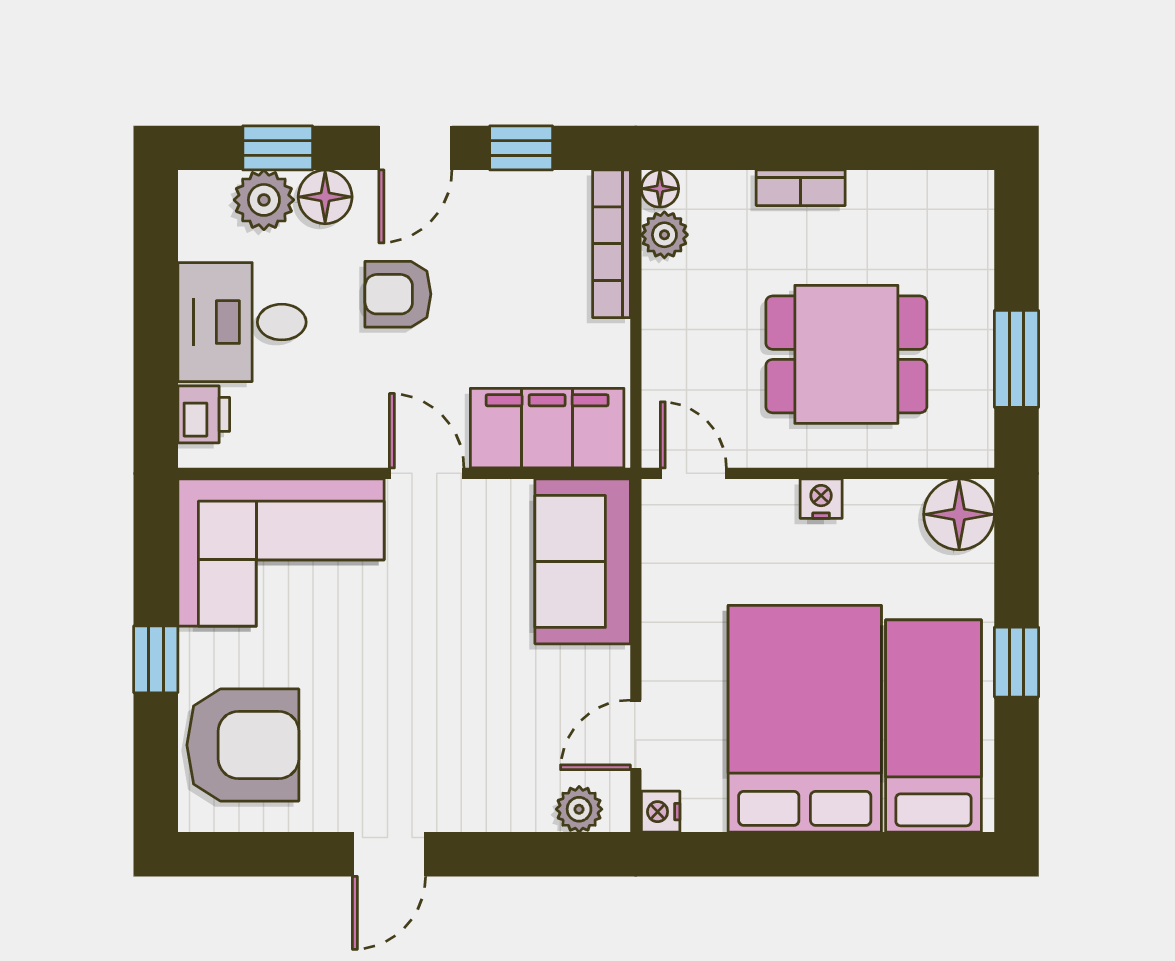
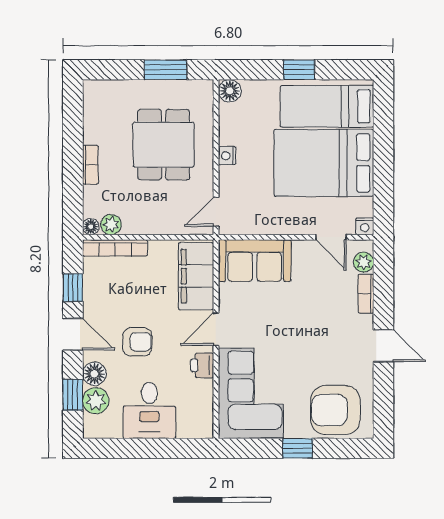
armchair: (398, 294) -> (137, 342), turned -90
printer: (204, 414) -> (202, 365), moved, turned -90
floor lamp: (959, 514) -> (230, 91), width x0.73, depth x0.73
armchair: (243, 745) -> (335, 410), turned -90
bookcase: (507, 814) -> (366, 294), added

